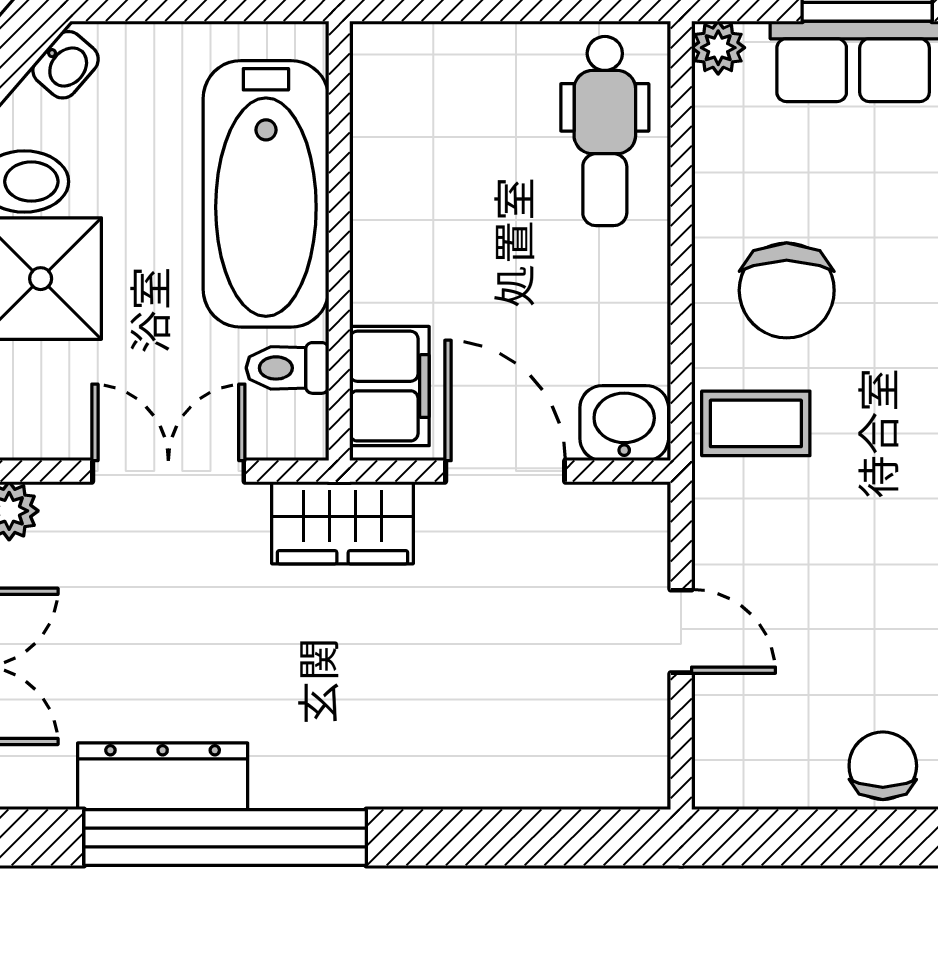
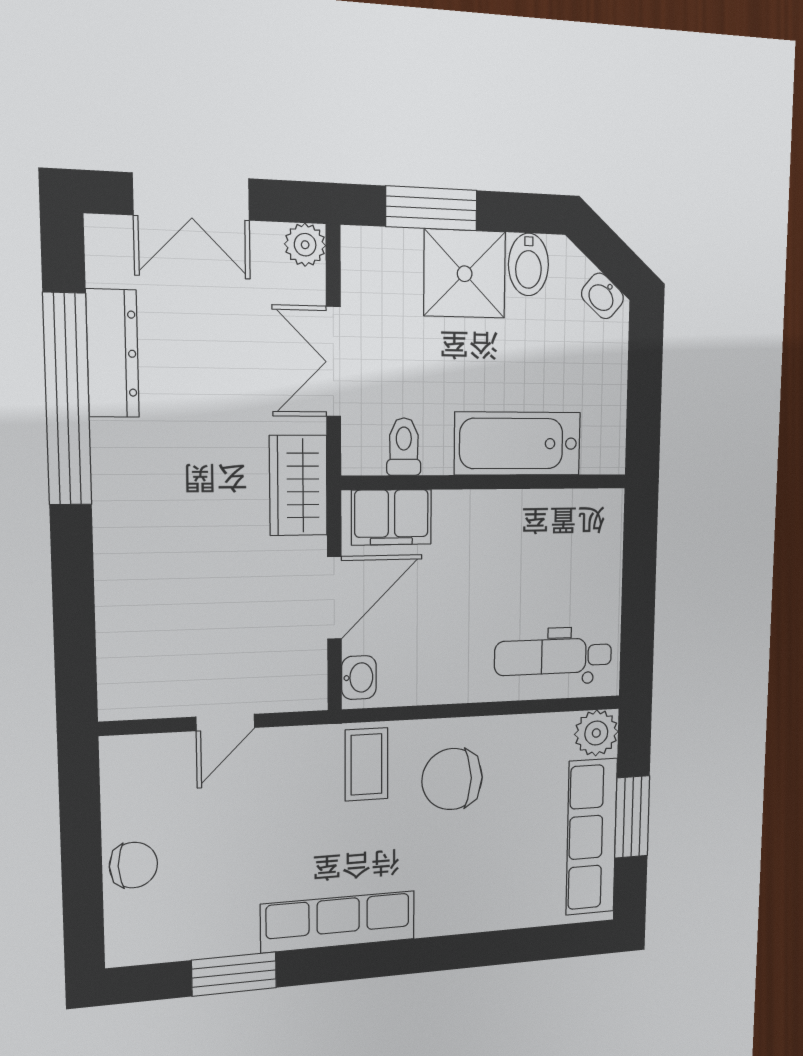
plant: (718, 48) -> (596, 733), width x1.38, depth x1.38
bathtub: (266, 194) -> (518, 444), width x0.73, depth x0.73
washbasin: (624, 423) -> (359, 678), width x0.72, depth x0.69
double door: (168, 471) -> (334, 362), swing flipped

